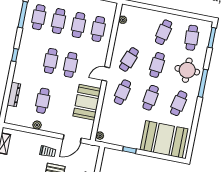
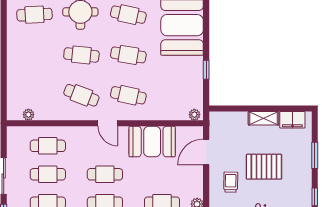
cafe table: (164, 32) -> (34, 55), removed
door: (72, 139) -> (206, 152), swing flipped

